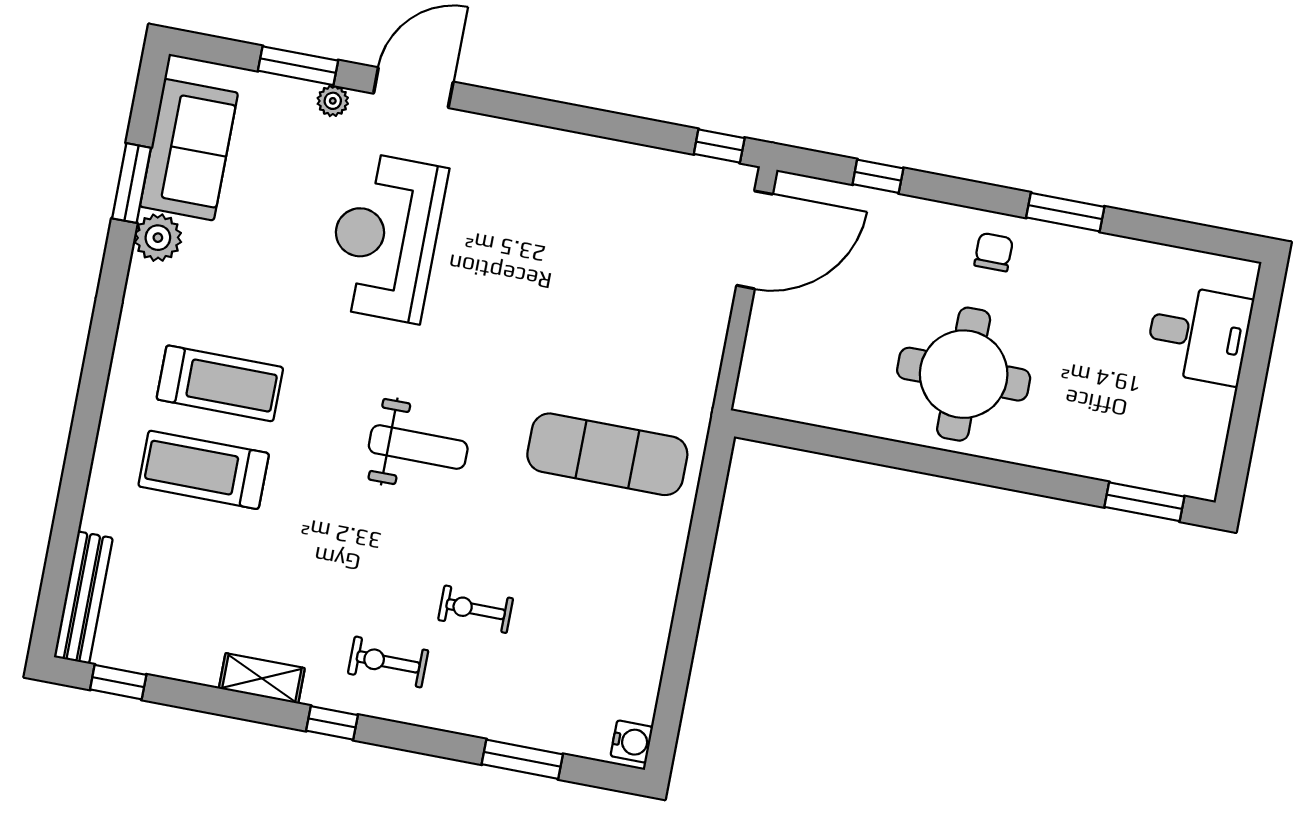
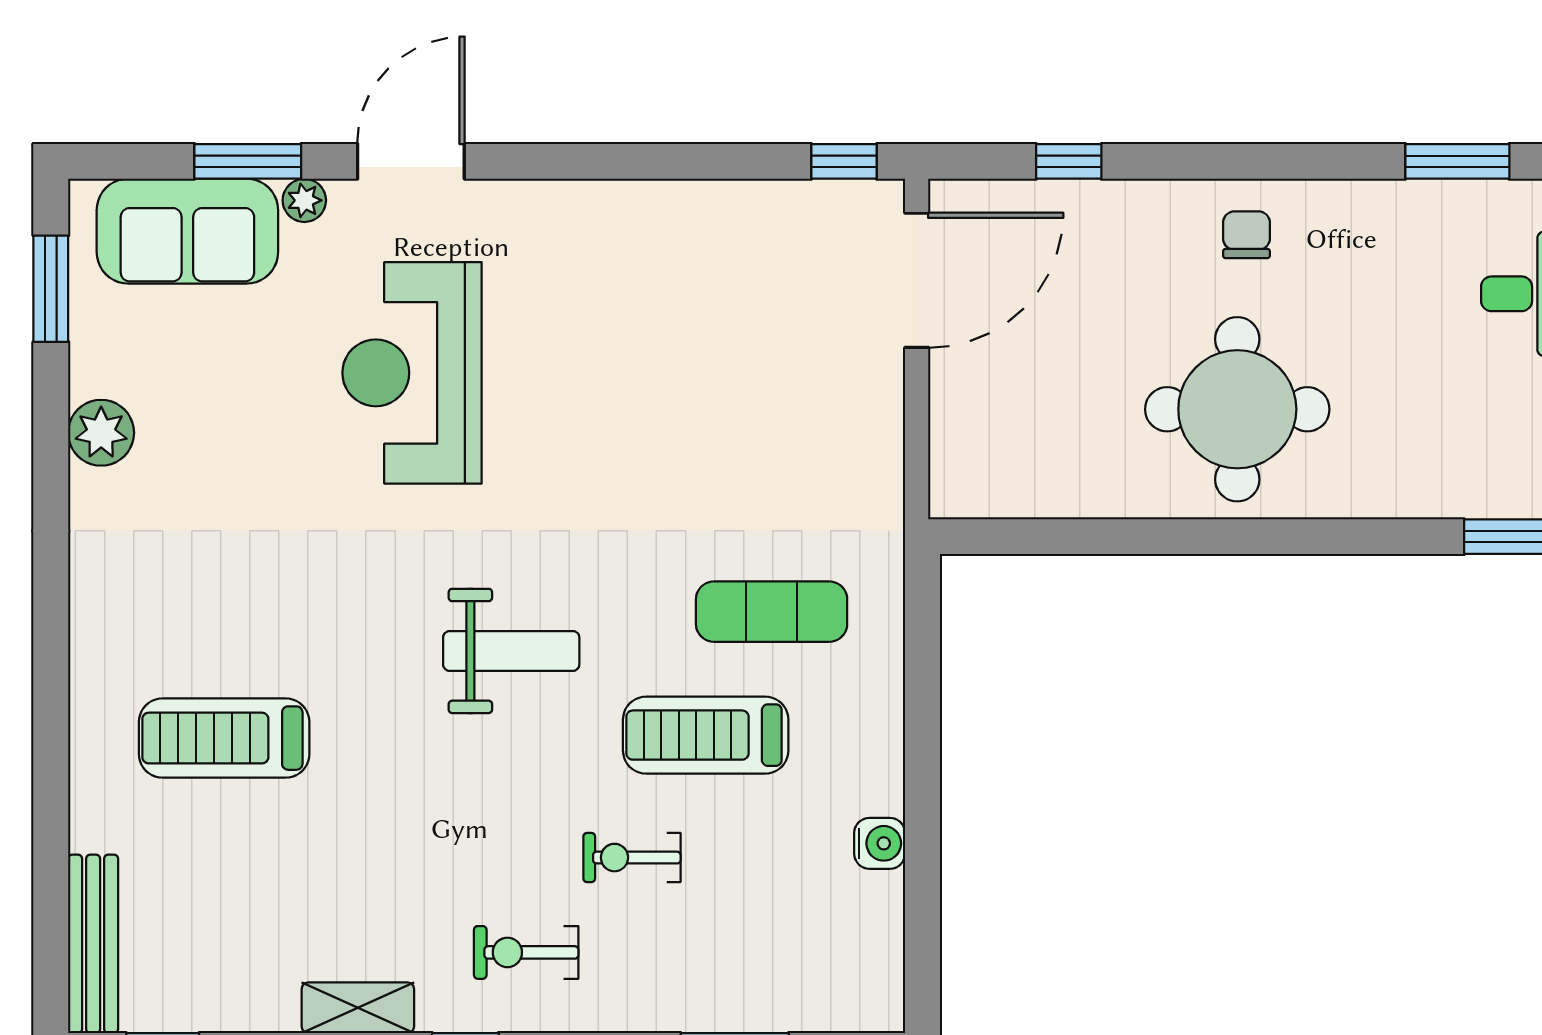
sofa: (189, 150) -> (187, 231), moved, turned 90
window: (131, 183) -> (51, 289), moved
window: (1065, 212) -> (1457, 161), moved
treadmill: (220, 383) -> (706, 735), moved, turned 180
exercise mat: (607, 454) -> (772, 612), width x0.73, depth x0.69
water cooler: (632, 742) -> (880, 843), moved

